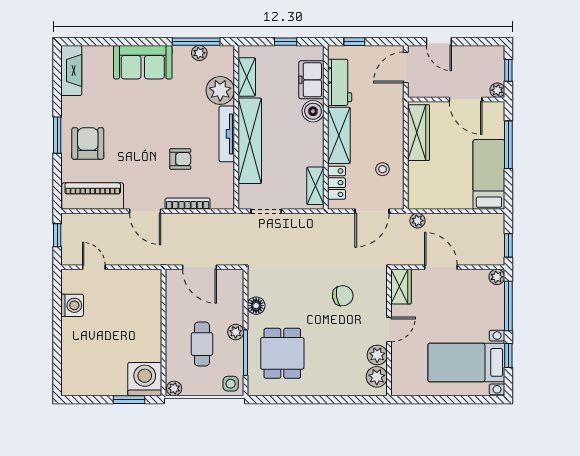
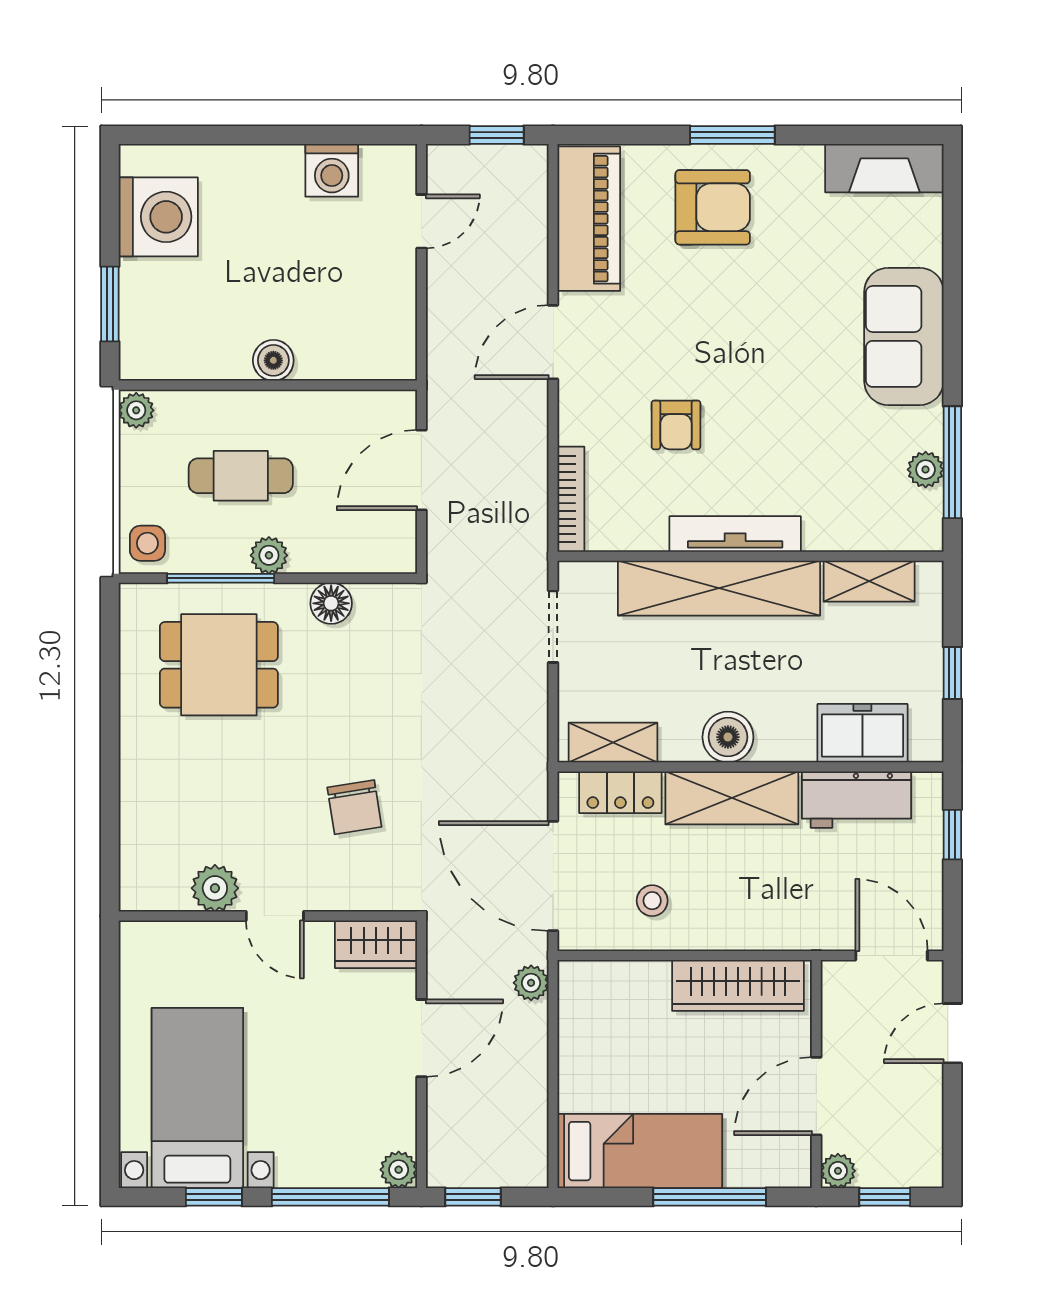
plant: (220, 90) -> (837, 519), removed
boiler: (313, 111) -> (728, 737), moved
bookcase: (188, 204) -> (571, 499), moved
door: (372, 211) -> (553, 876), width x1.36
boiler: (153, 330) -> (273, 360), added
plant: (377, 377) -> (163, 887), removed
washing machine: (145, 379) -> (158, 217), moved

